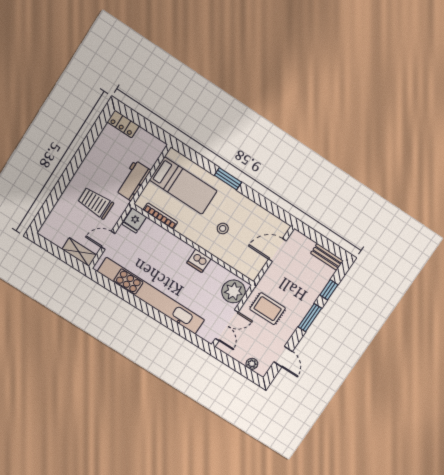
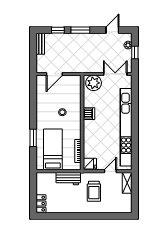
window: (228, 179) -> (33, 138), moved
door: (108, 240) -> (110, 171), swing flipped
door: (277, 250) -> (54, 74), hinge flipped
rug: (268, 309) -> (91, 57), removed
window: (237, 366) -> (135, 53), added

